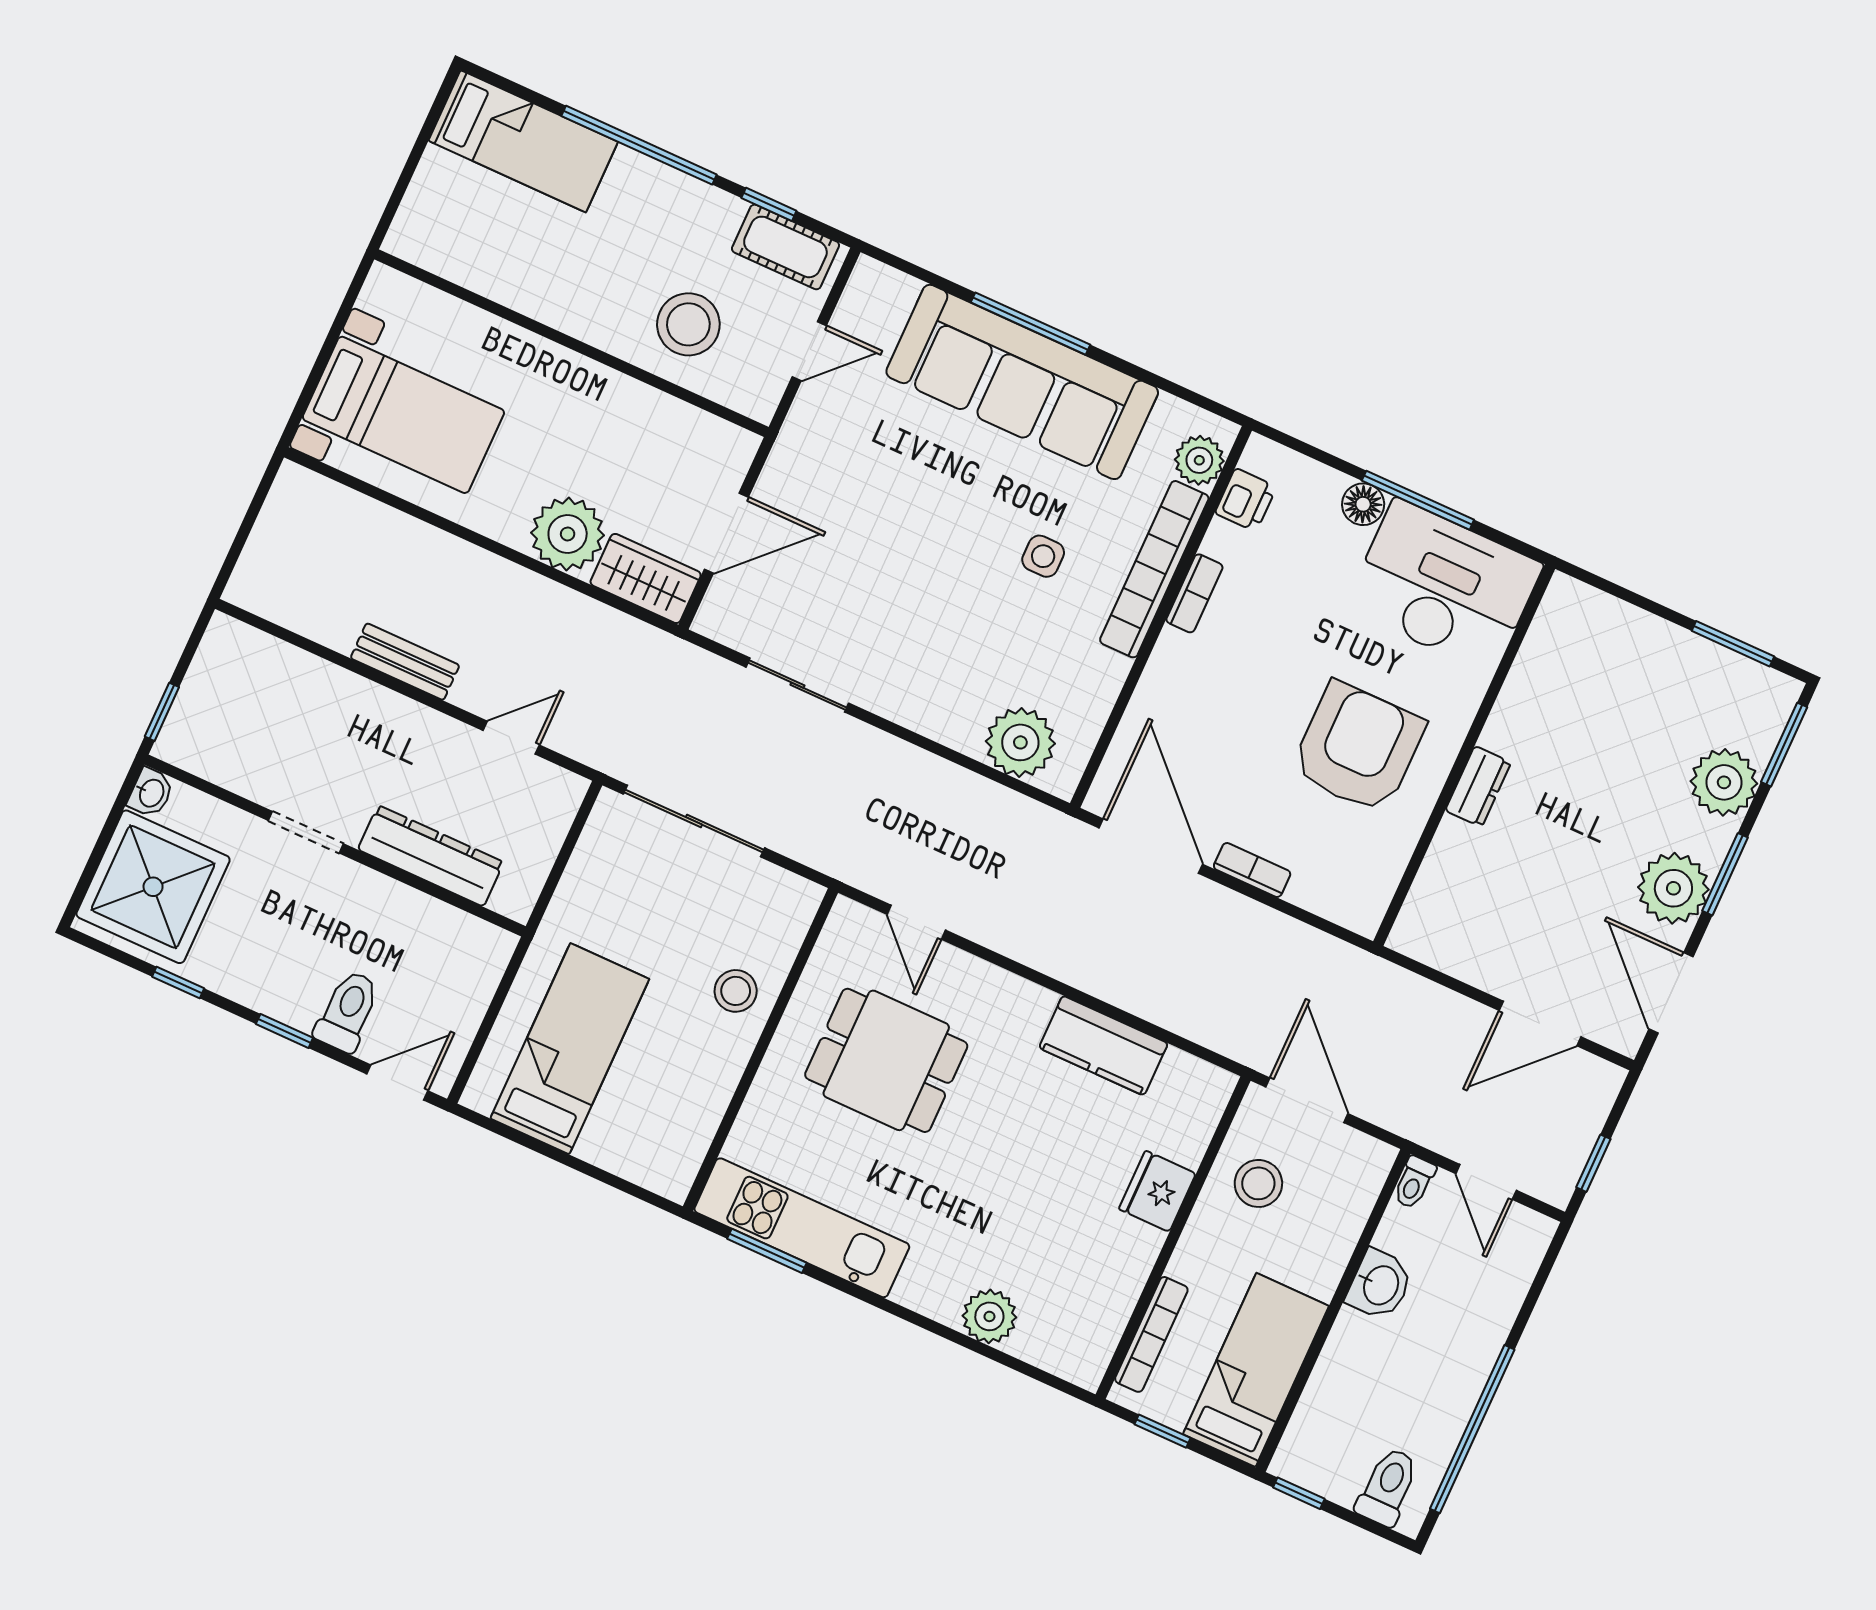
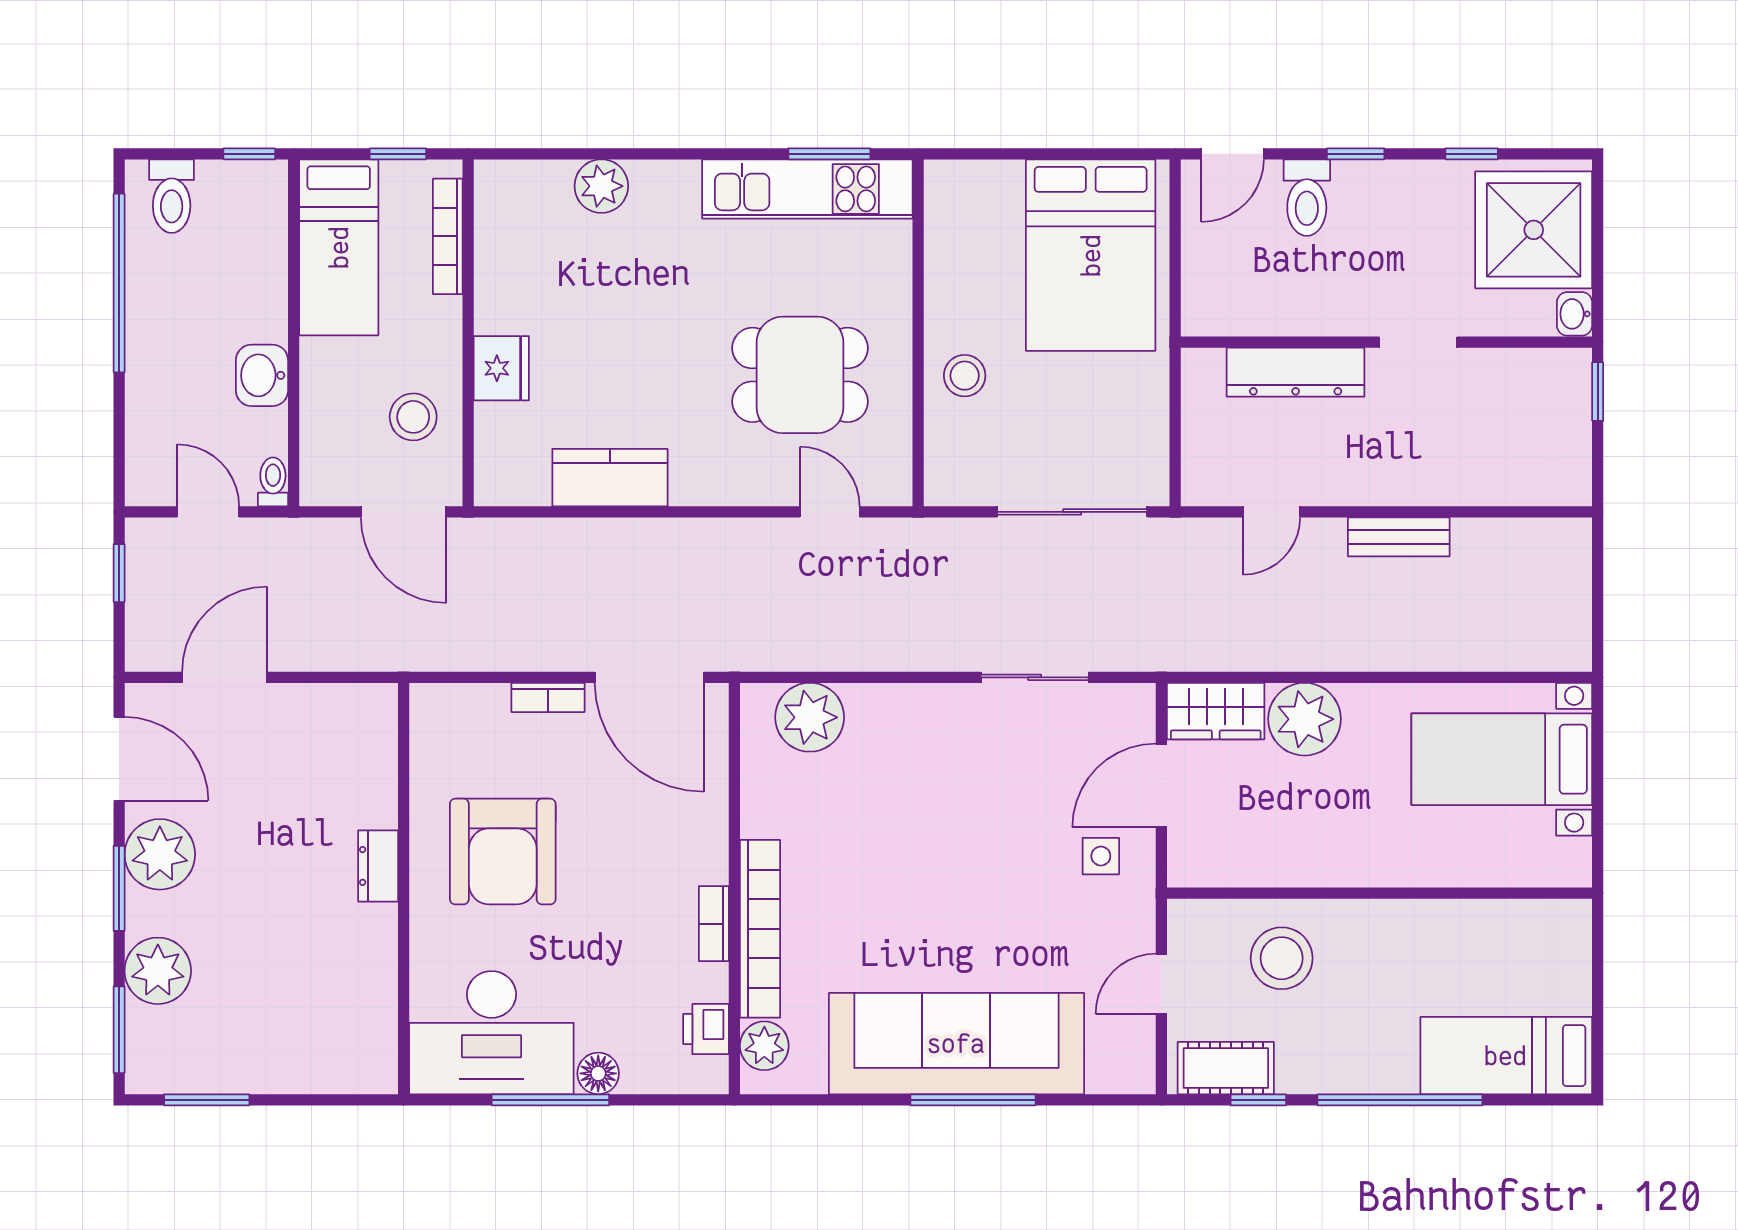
side table: (1043, 556) -> (1101, 856), moved
bed: (570, 1049) -> (1091, 255), width x1.50

